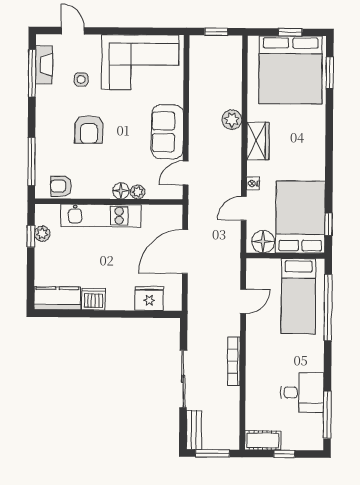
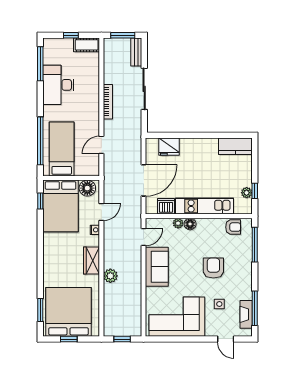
dishwasher: (94, 299) -> (166, 206), moved, turned 180
desk: (302, 393) -> (58, 85), width x1.37

